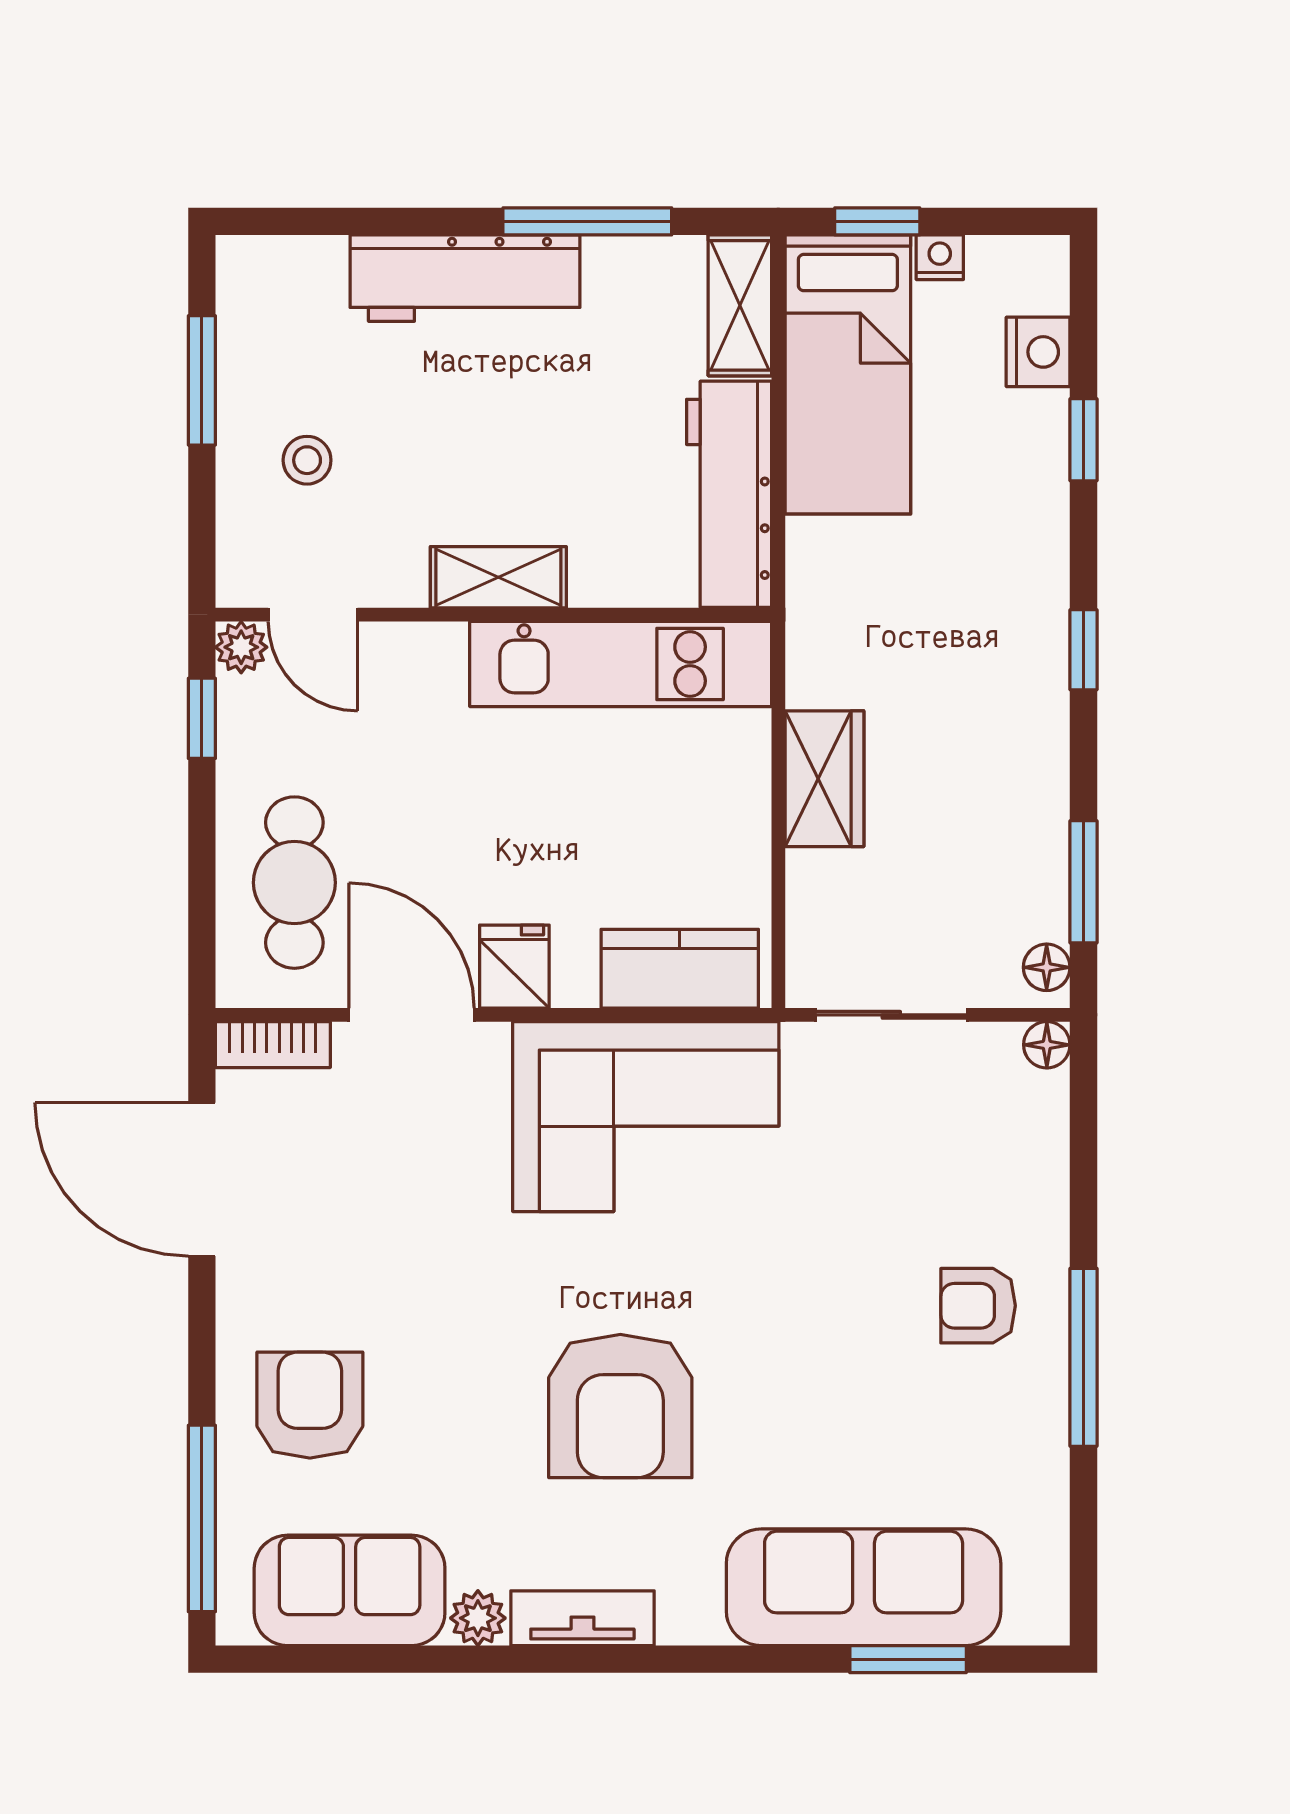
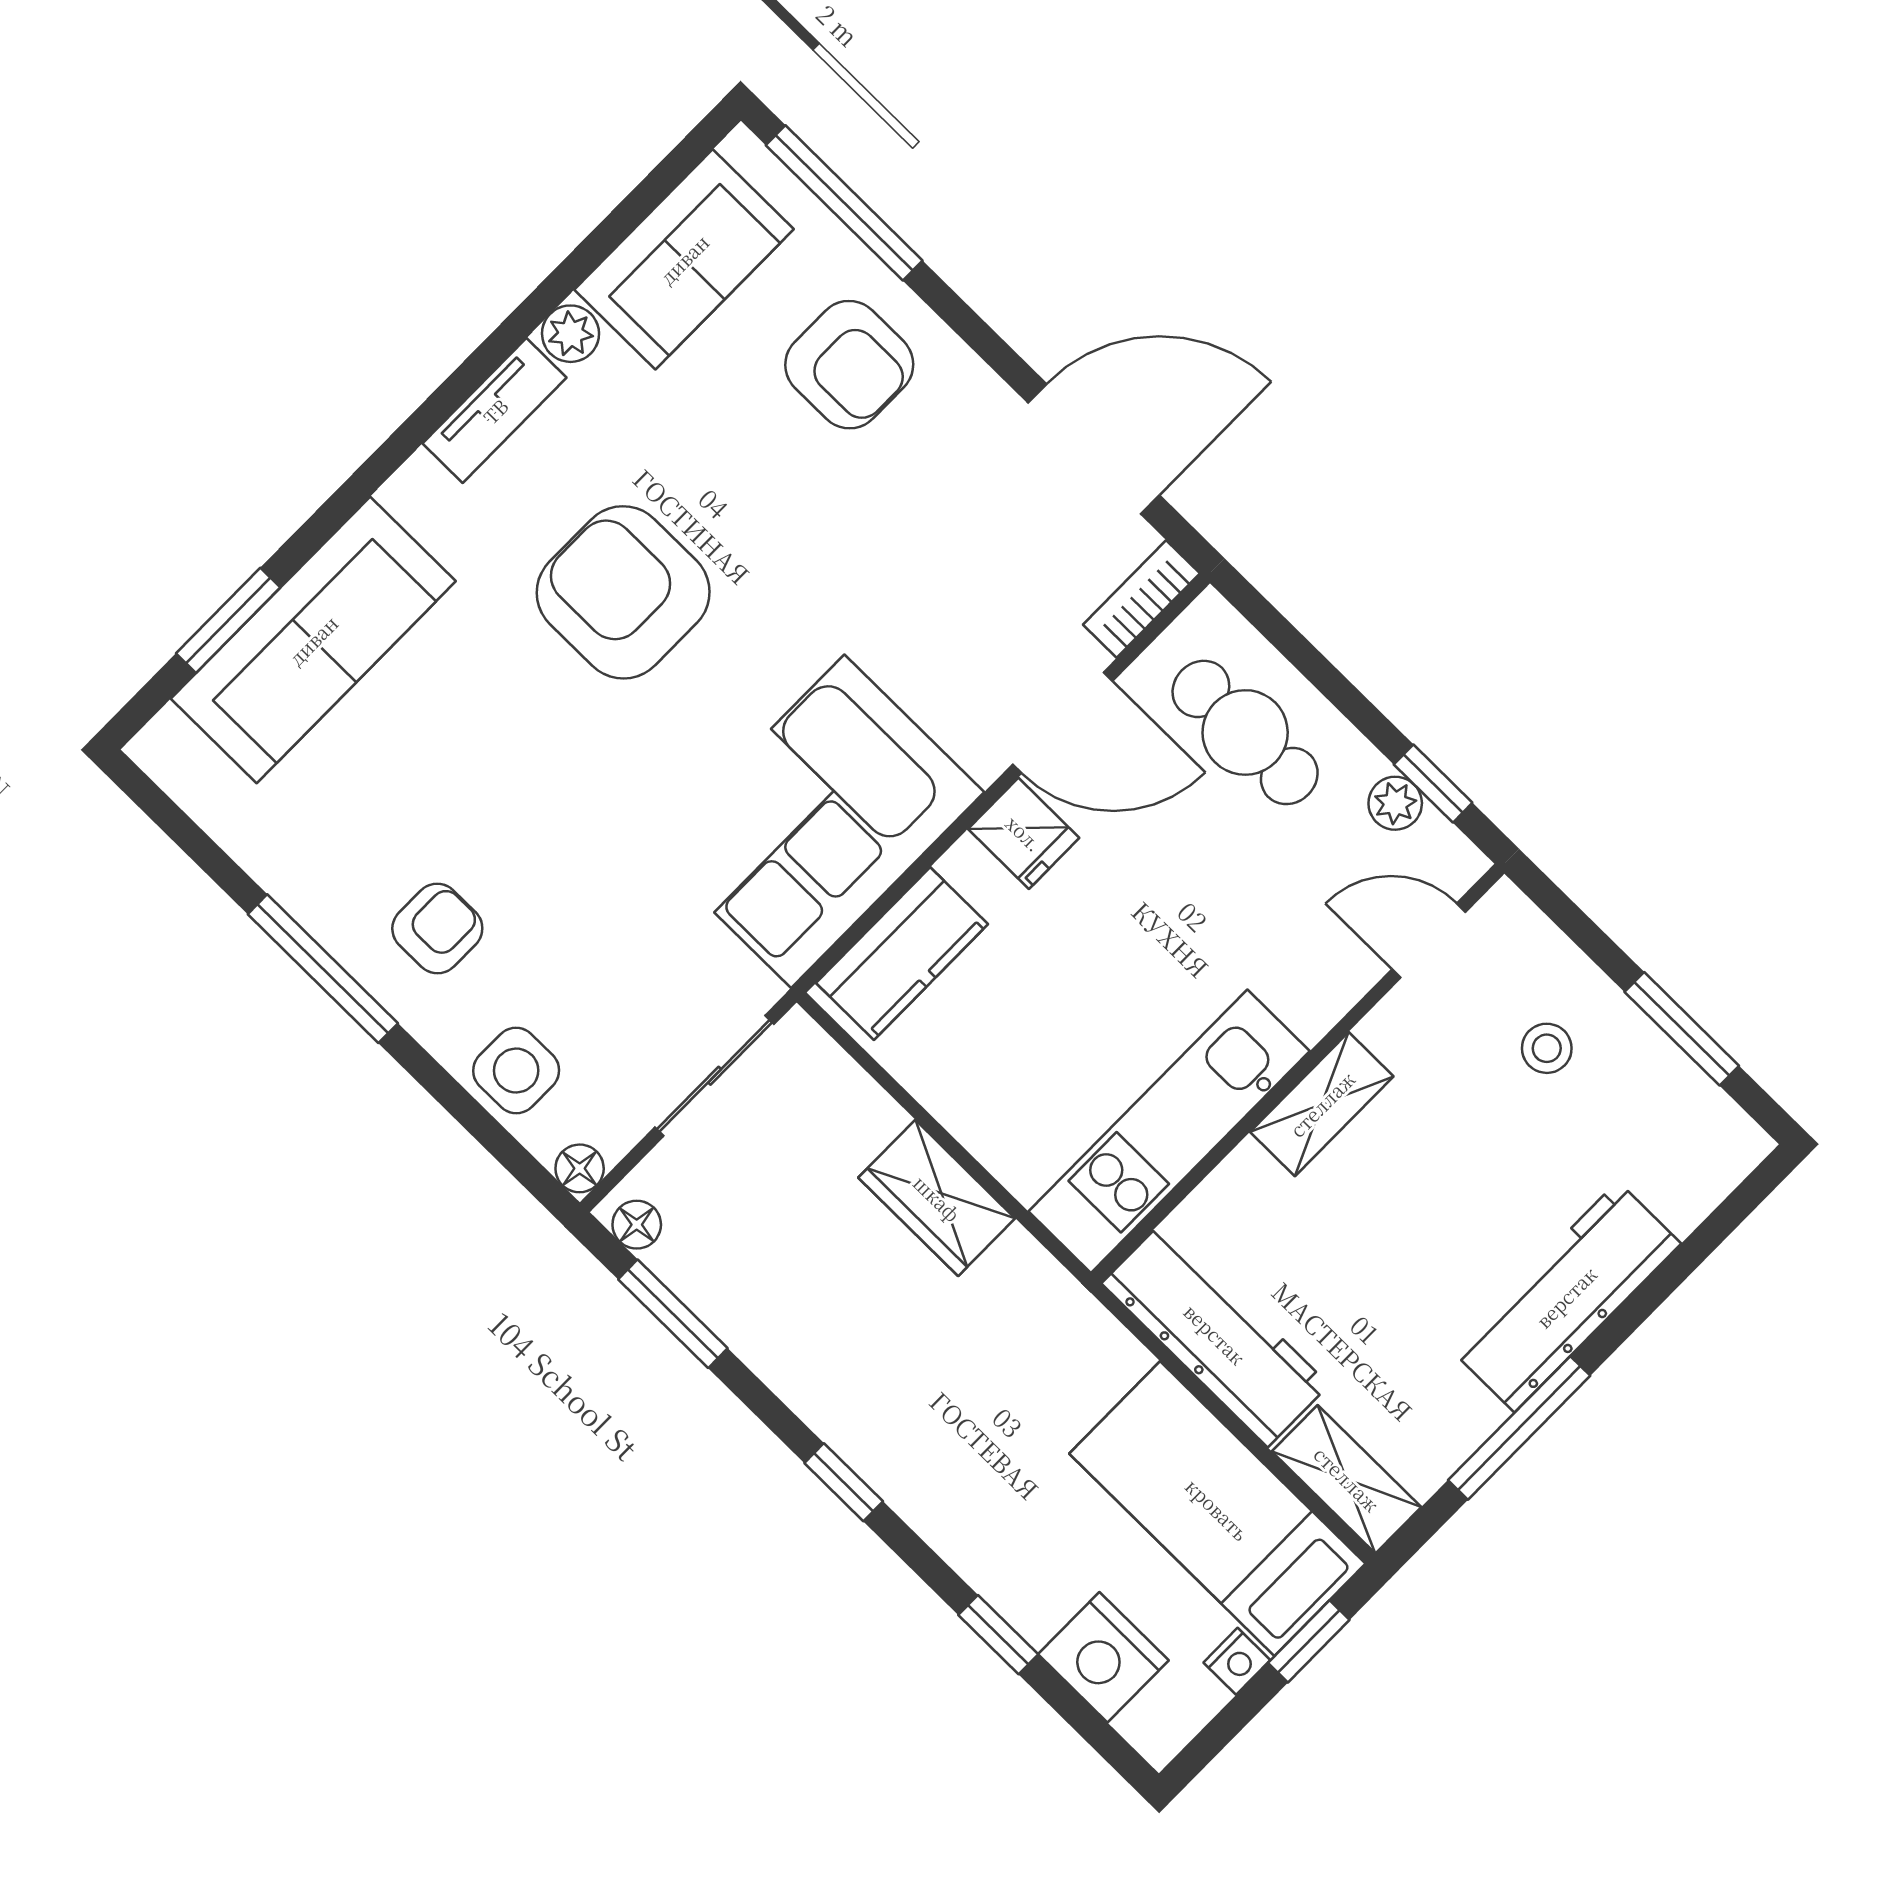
nightstand: (1038, 352) -> (1103, 1657), width x1.36, depth x1.33
plant: (241, 647) -> (1395, 803), moved
side table: (1022, 1155) -> (516, 1071), added

